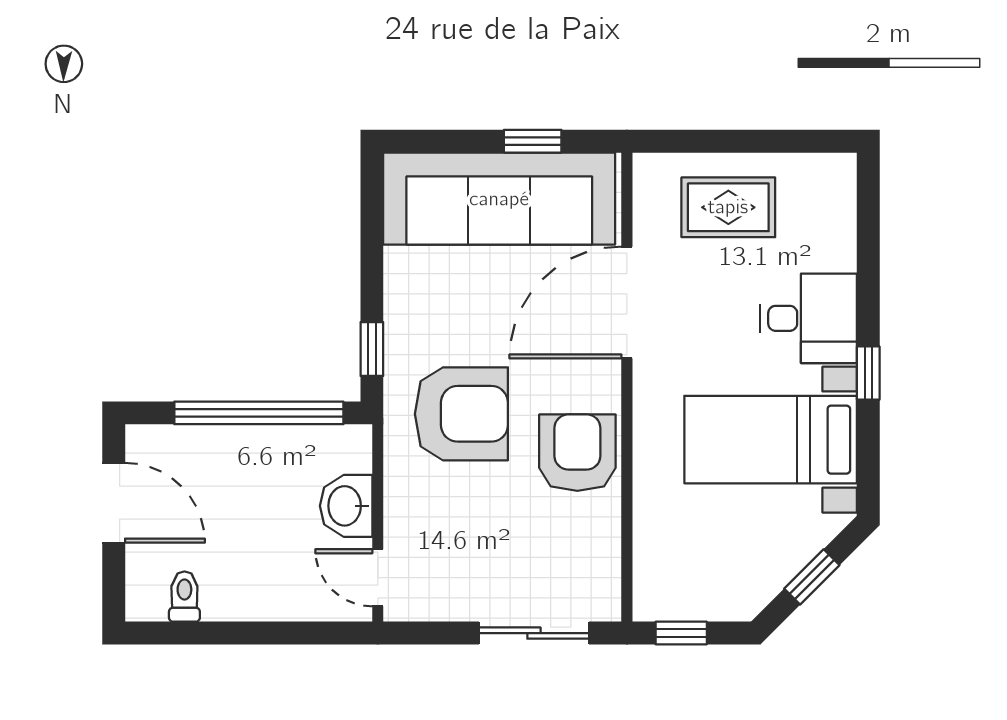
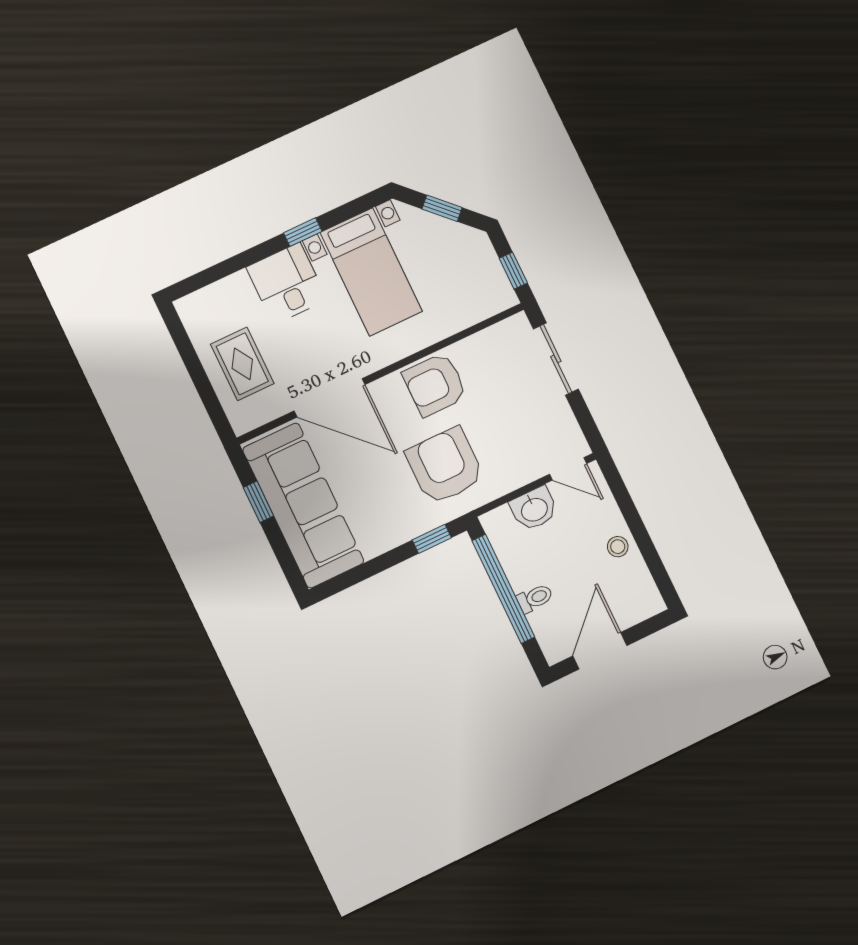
door: (378, 578) -> (568, 469), hinge flipped
stool: (241, 594) -> (618, 547), added
toilet: (184, 597) -> (535, 598), moved, turned 180

